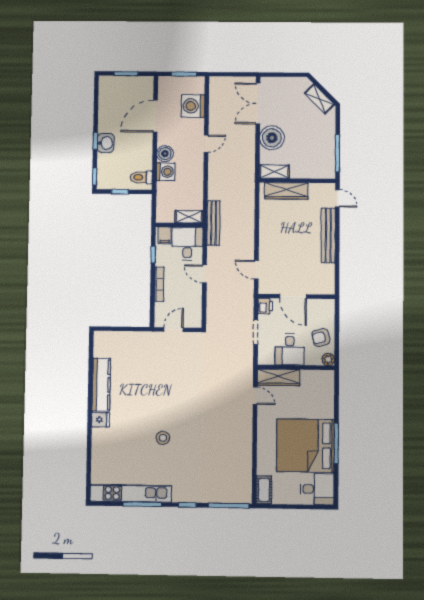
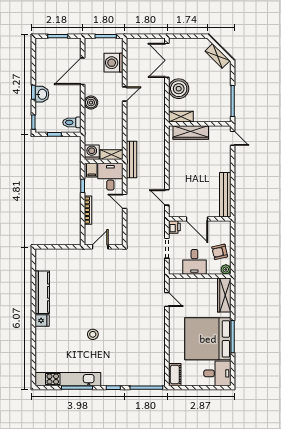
washing machine: (166, 172) -> (92, 152), moved, turned -90
bench: (328, 235) -> (225, 195), moved
wardrobe: (279, 377) -> (224, 295), moved, turned 90

